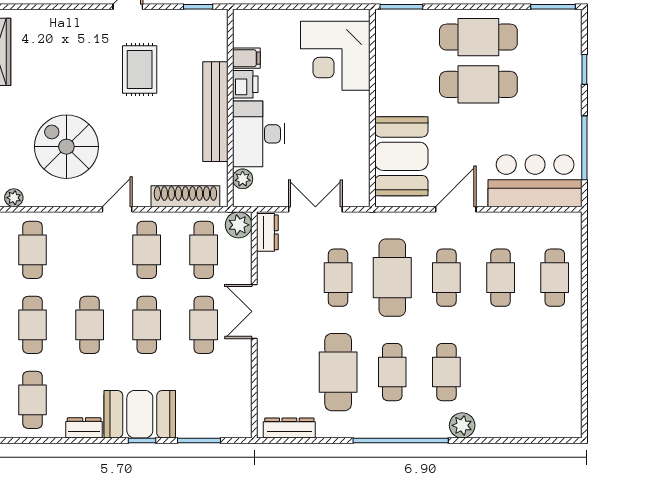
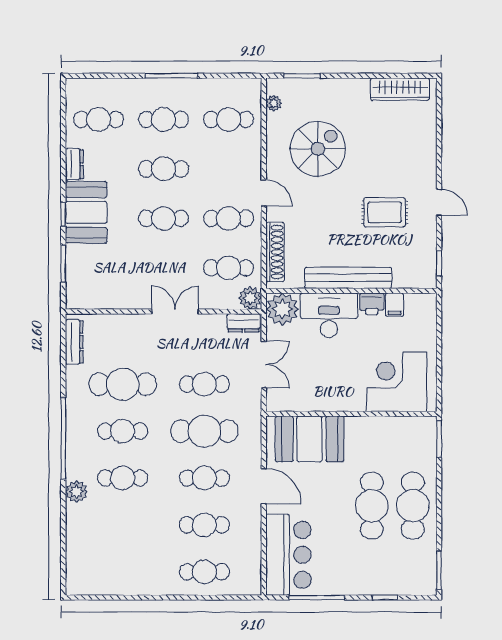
plant: (243, 179) -> (282, 309), width x1.88, depth x1.88
cafe table: (204, 325) -> (164, 268), removed

